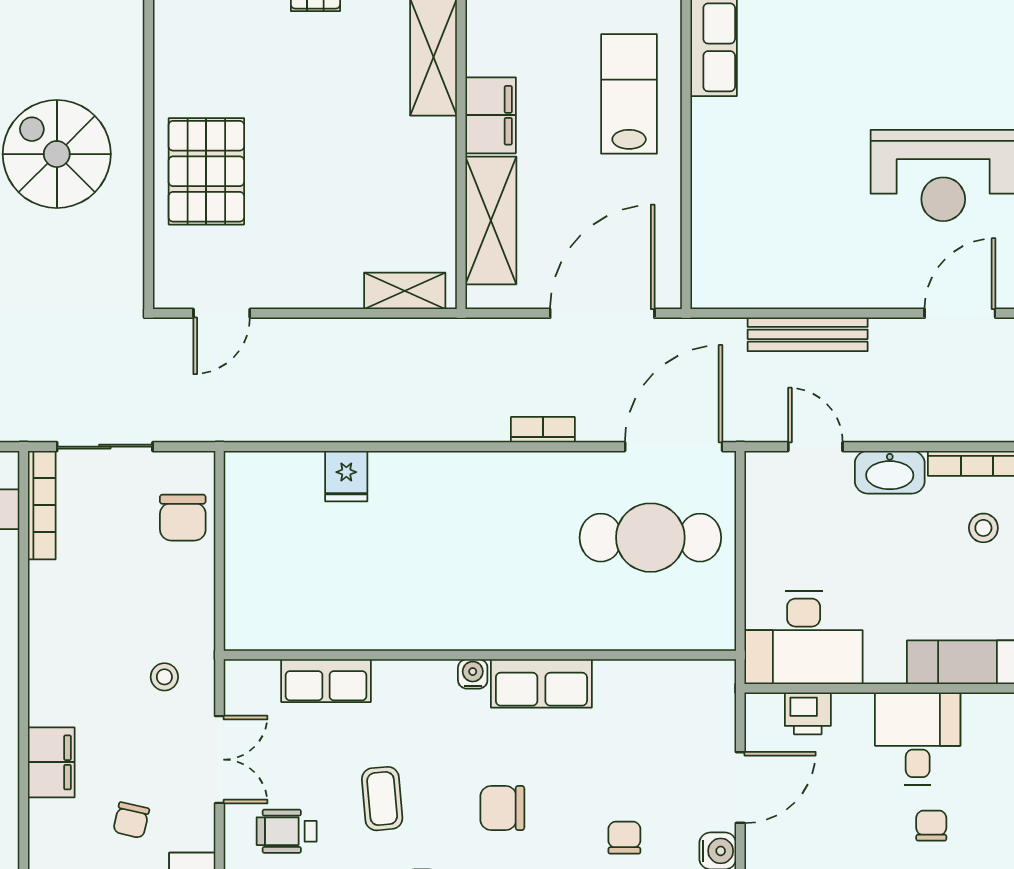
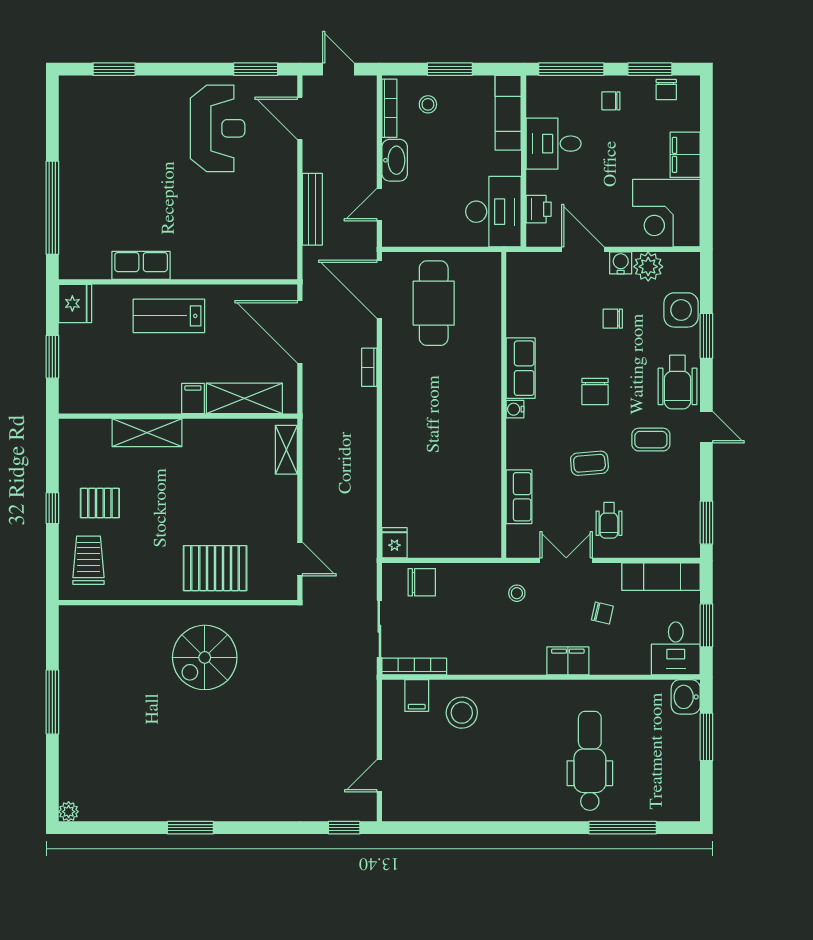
filing cabinet: (491, 115) -> (193, 399), width x0.50
fridge: (346, 476) -> (395, 543), moved, turned -90
chair: (931, 826) -> (611, 101), moved

